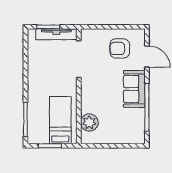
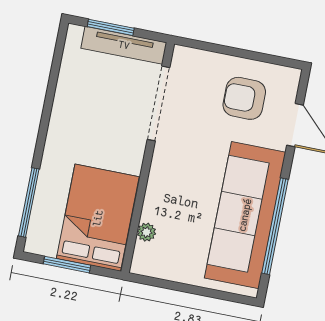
sofa: (134, 89) -> (245, 215), width x1.85, depth x1.27
bed: (60, 120) -> (98, 218), width x1.50
plant: (89, 123) -> (146, 232), width x0.53, depth x0.53

